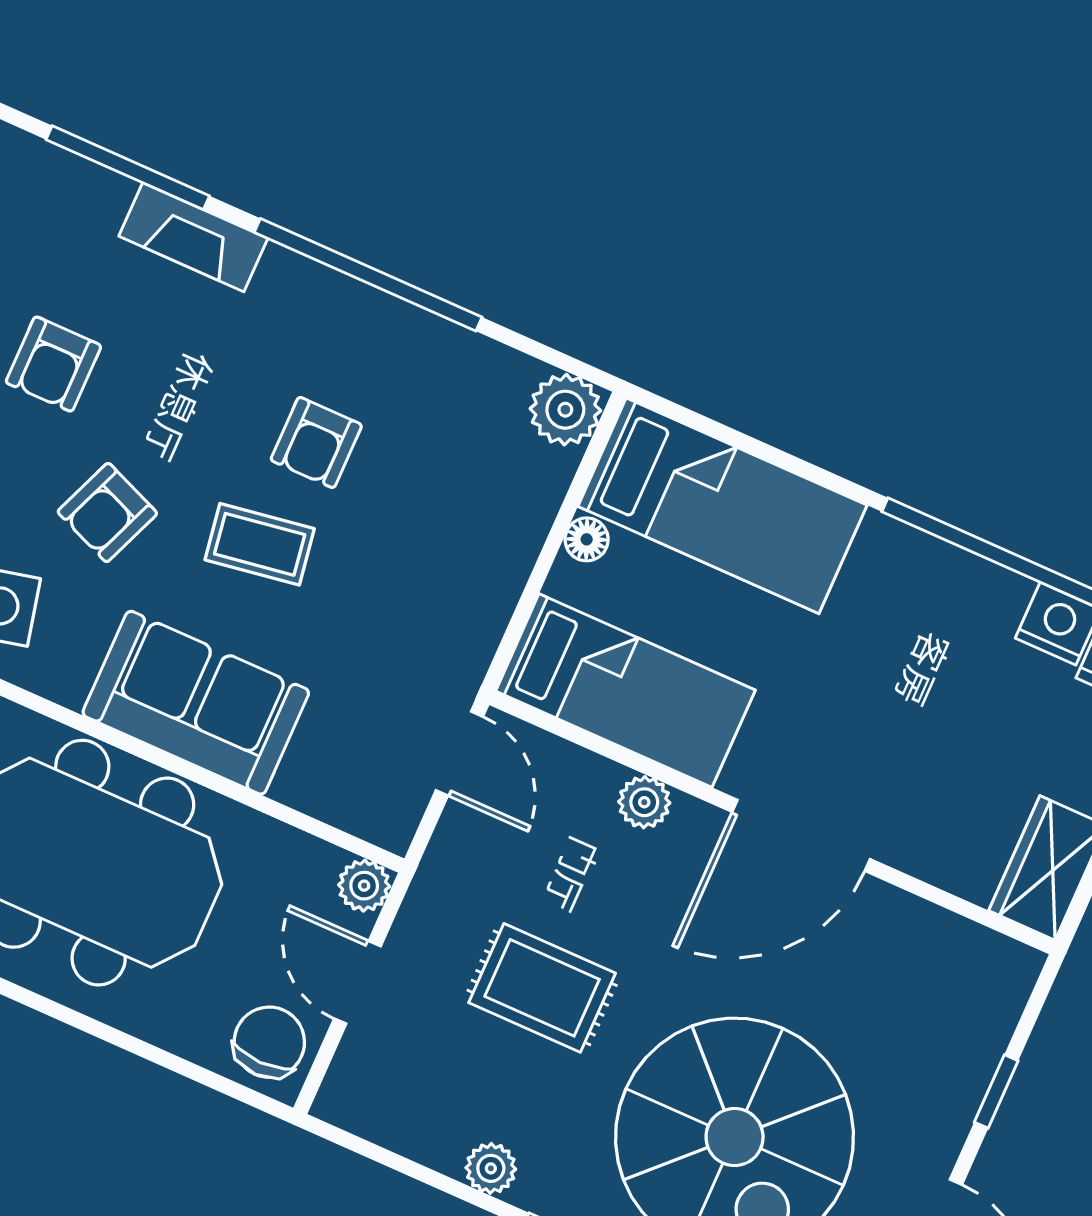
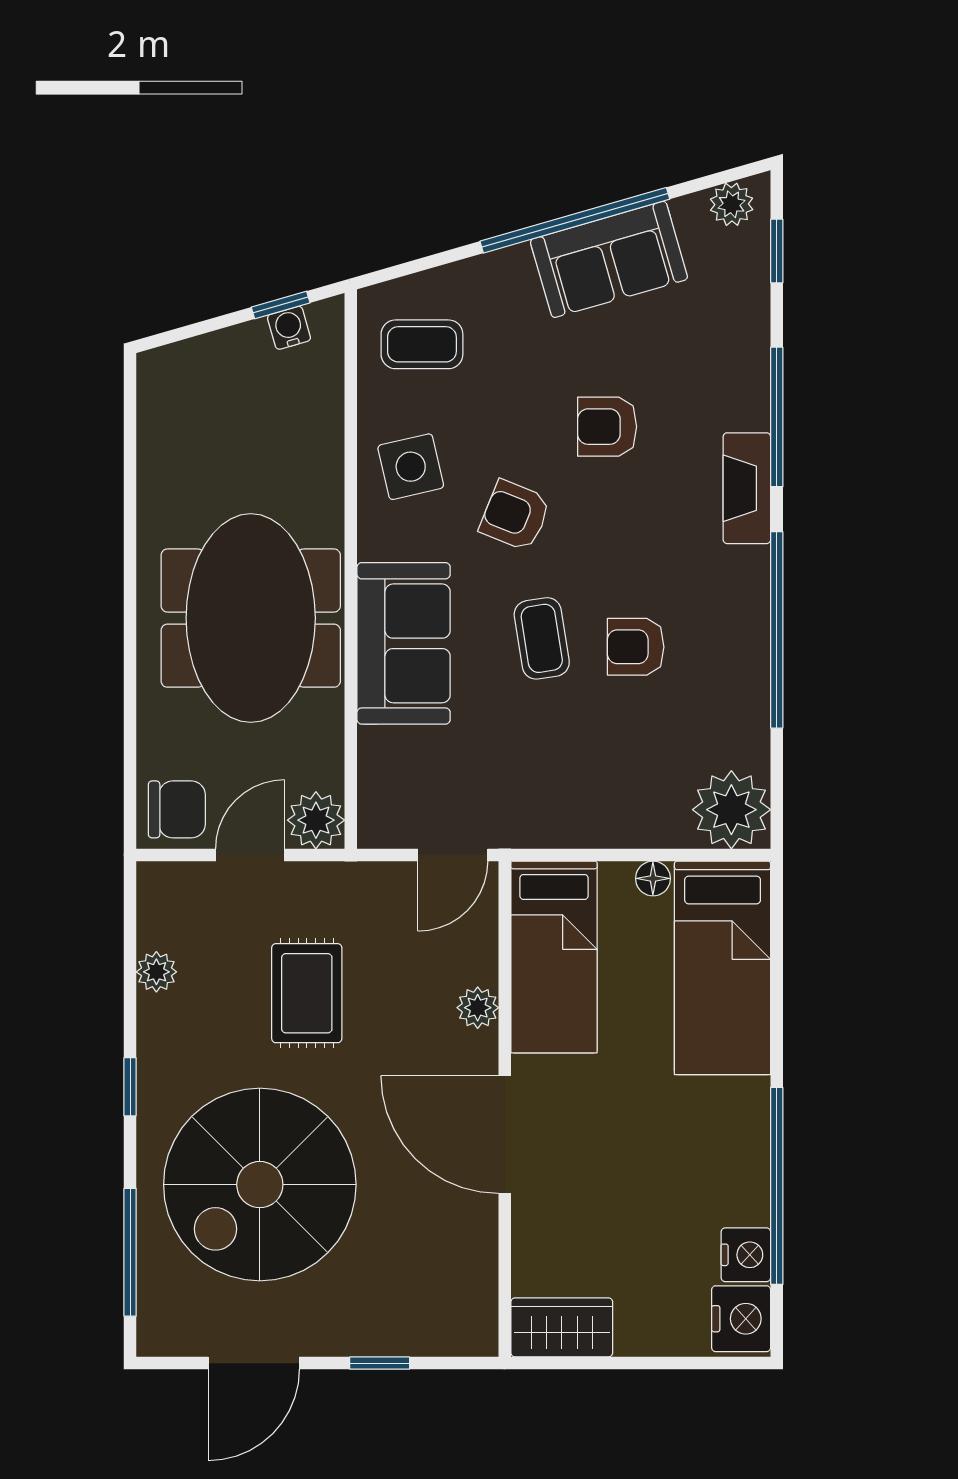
plant: (565, 410) -> (731, 810), width x1.36, depth x1.36
plant: (364, 886) -> (316, 820), width x1.38, depth x1.38
plant: (491, 1168) -> (156, 972), moved

